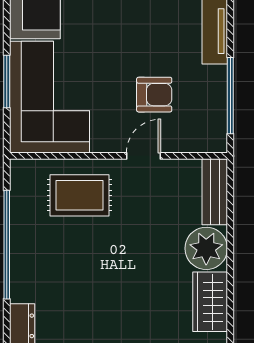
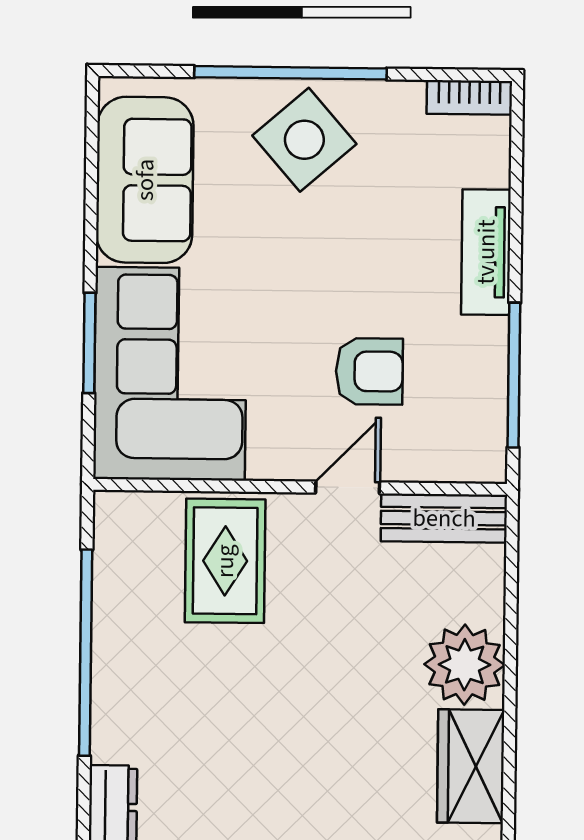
bench: (215, 192) -> (444, 518), moved, turned 90
rug: (80, 195) -> (225, 561), turned 90

